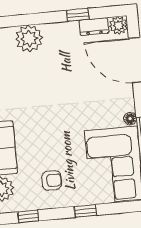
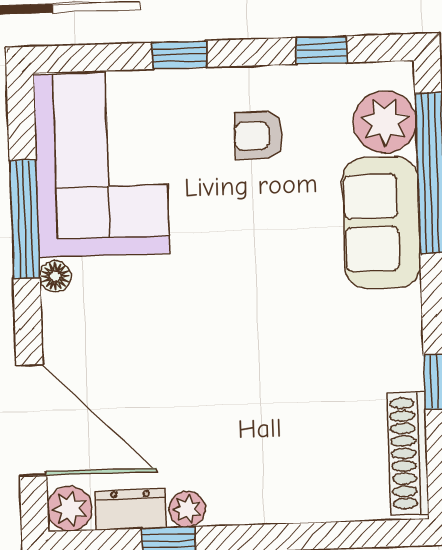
plant: (29, 39) -> (187, 509), moved, width x0.53, depth x0.53

